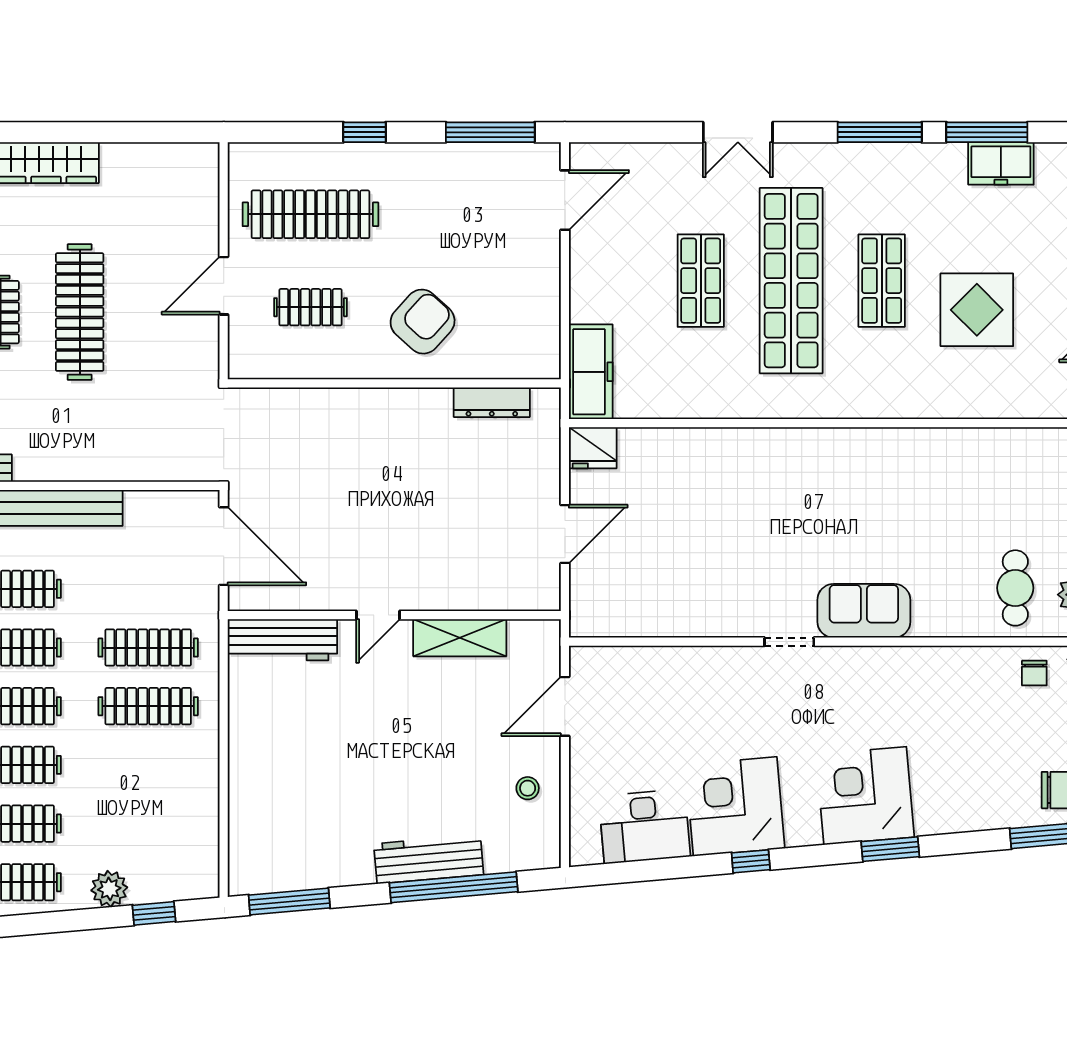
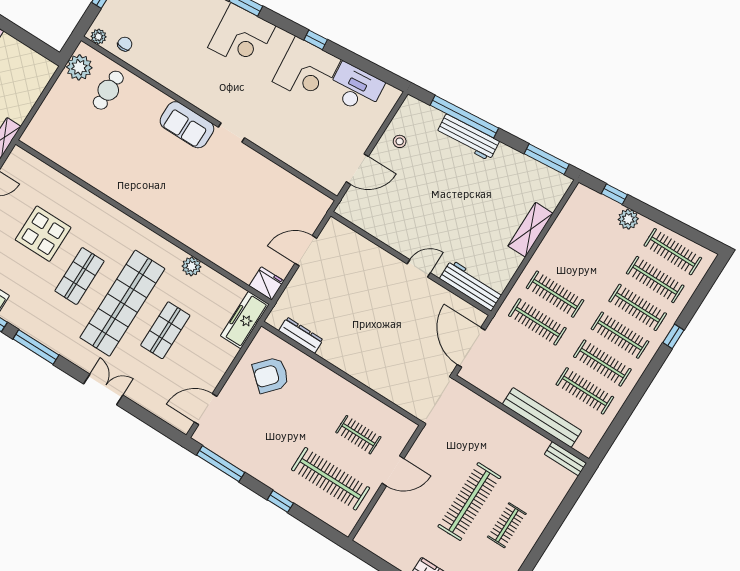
armchair: (423, 322) -> (271, 375), moved
plant: (722, 402) -> (192, 266), added
shelving: (460, 638) -> (531, 230), moved, turned 90

